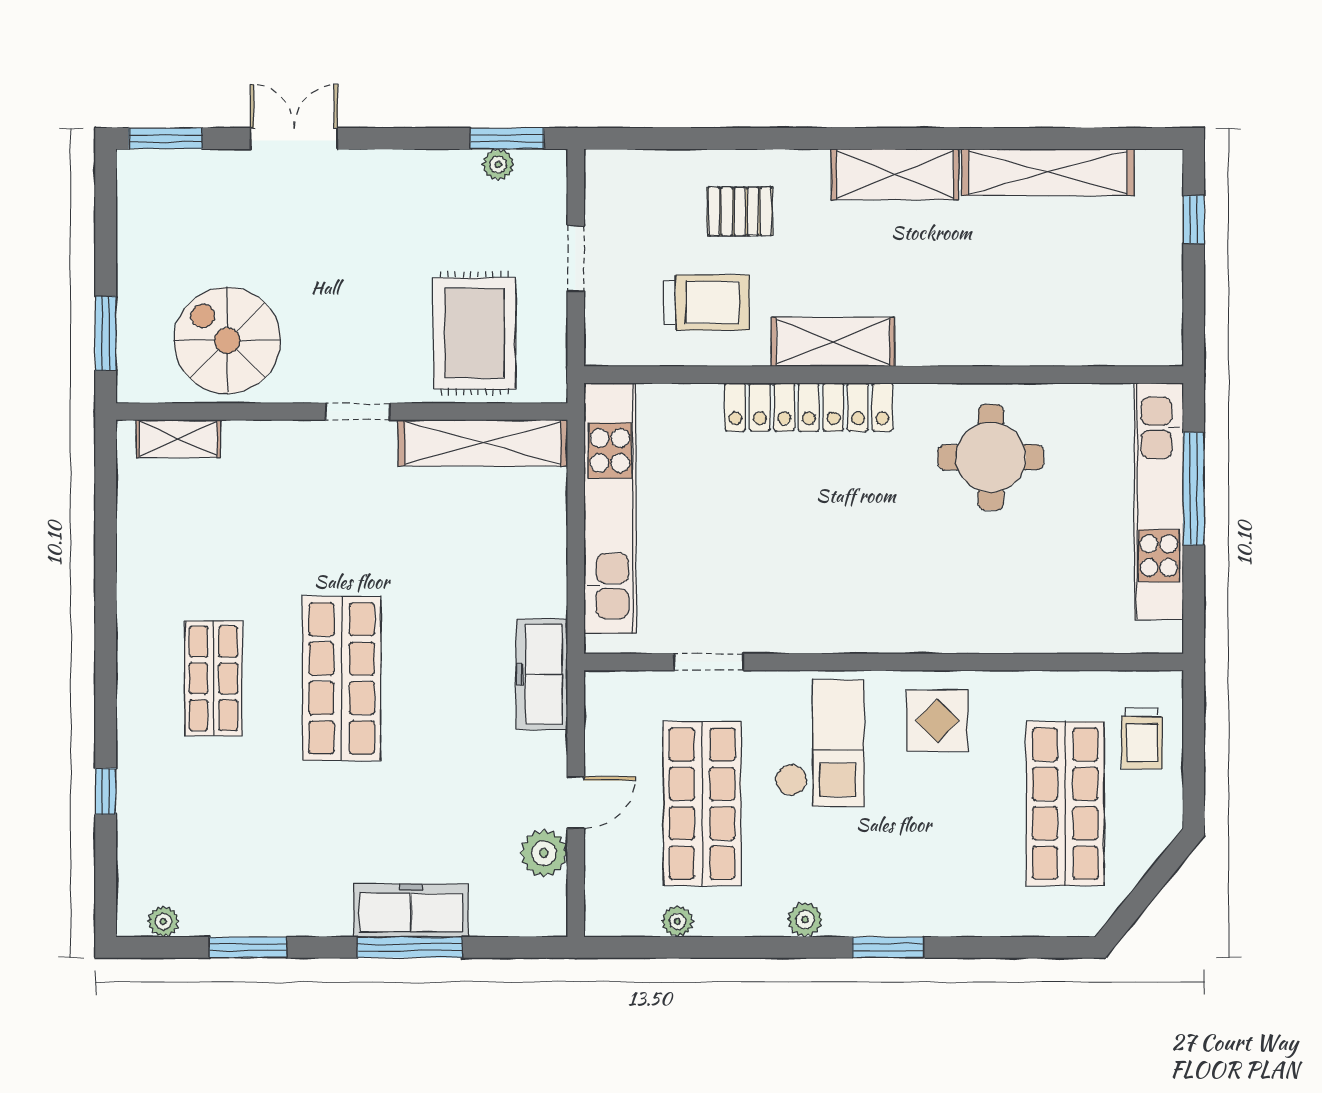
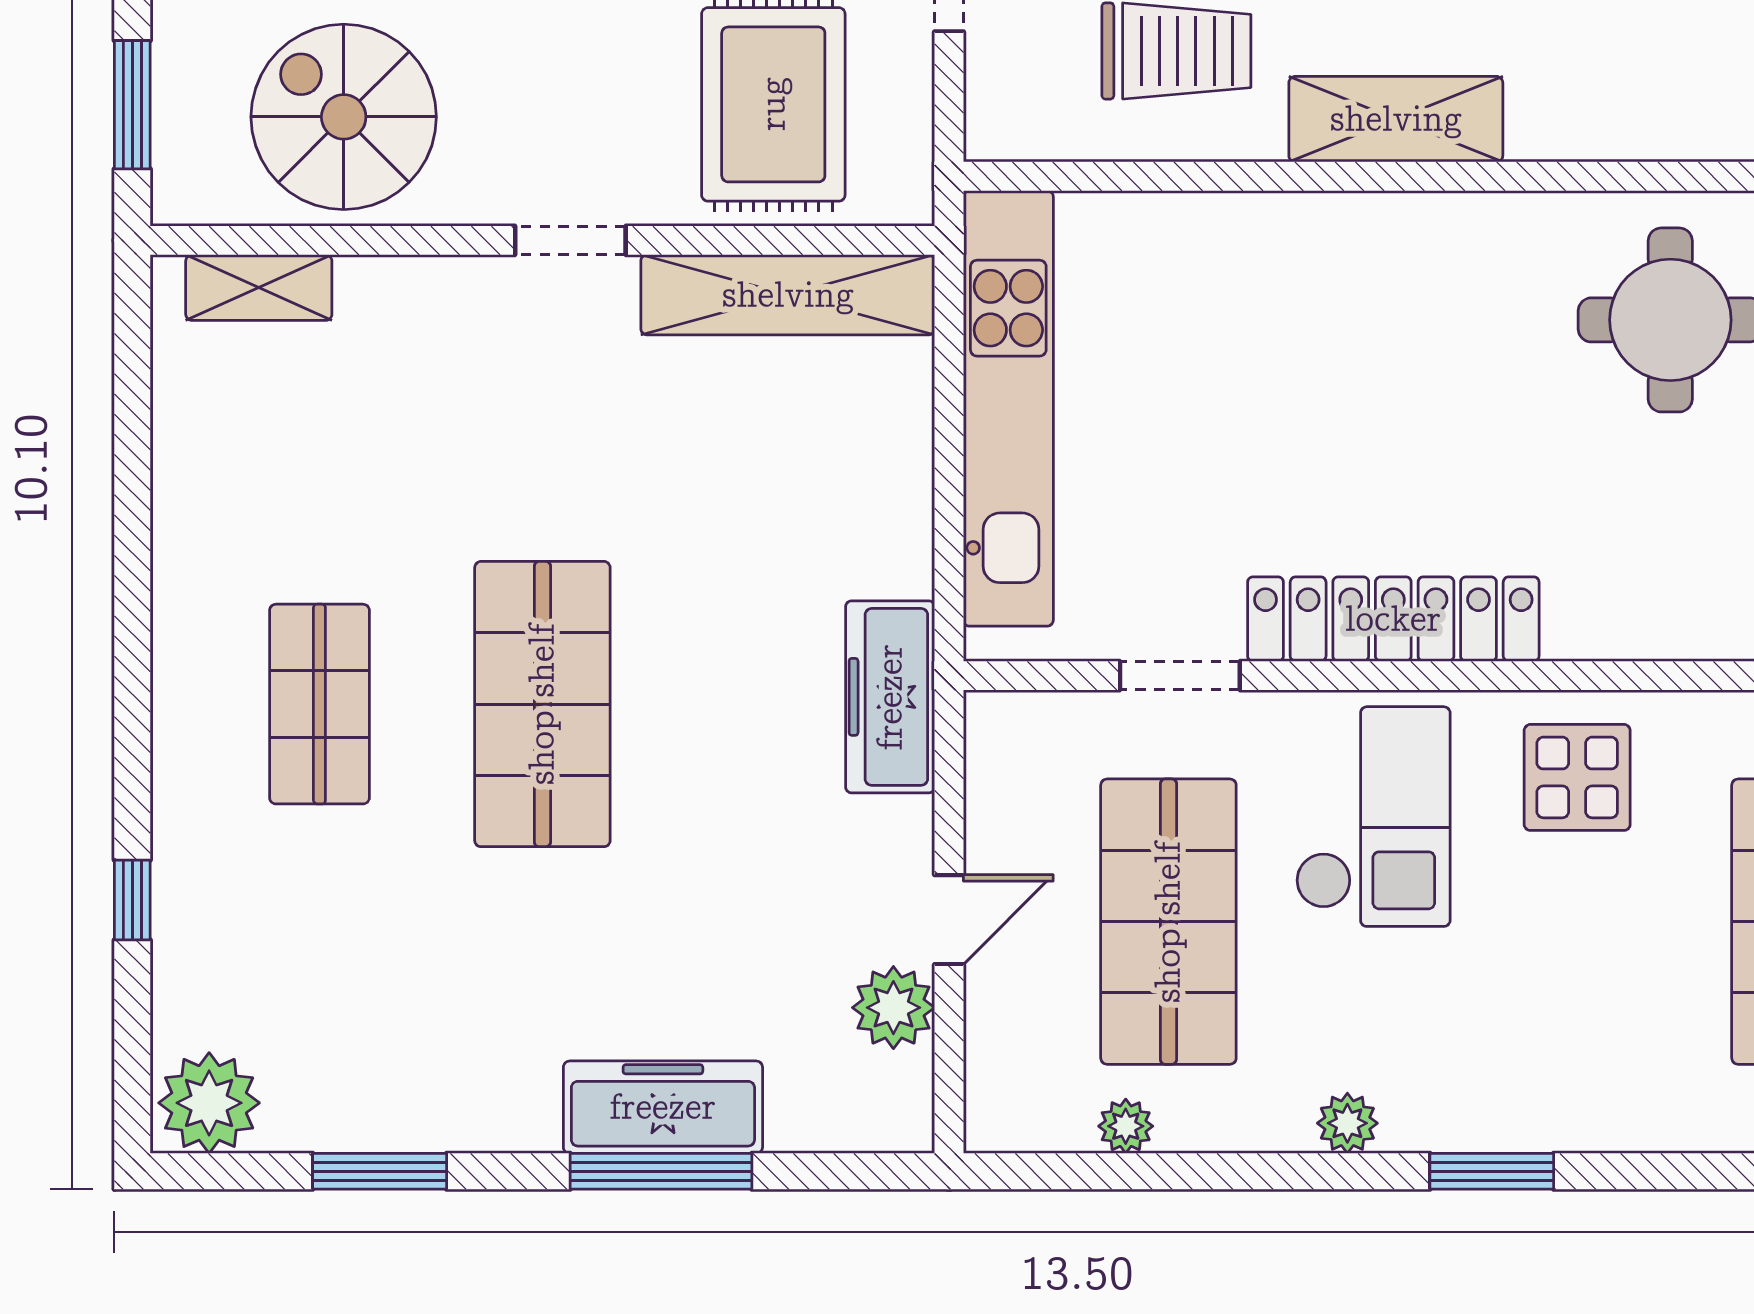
locker: (809, 407) -> (1393, 619), moved, turned 180
plant: (163, 922) -> (209, 1103), width x1.88, depth x1.88

